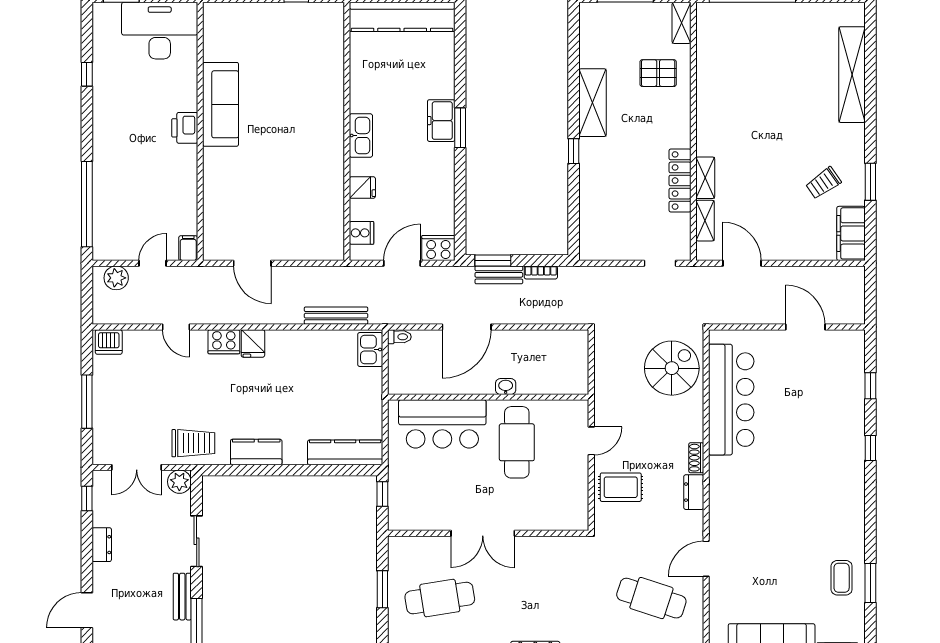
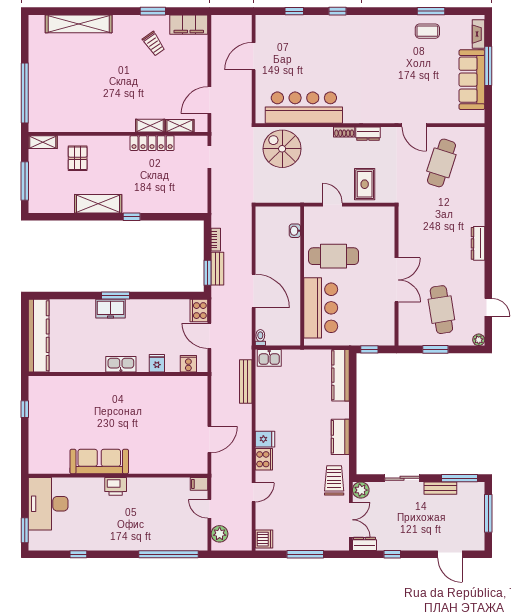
washbasin: (506, 387) -> (295, 231), moved
window: (87, 498) -> (392, 554), moved
dresser: (102, 545) -> (364, 544), moved

